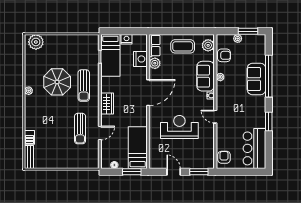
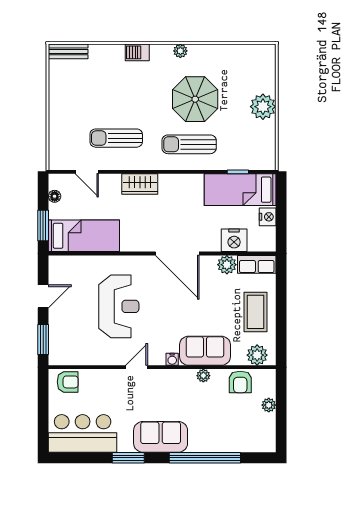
window: (248, 31) -> (281, 423), removed
plant: (36, 42) -> (263, 107), moved
sofa: (256, 79) -> (161, 437), moved
wardrobe: (107, 104) -> (140, 184), moved
door: (100, 133) -> (87, 172), moved
barbecue: (29, 137) -> (137, 52), moved

